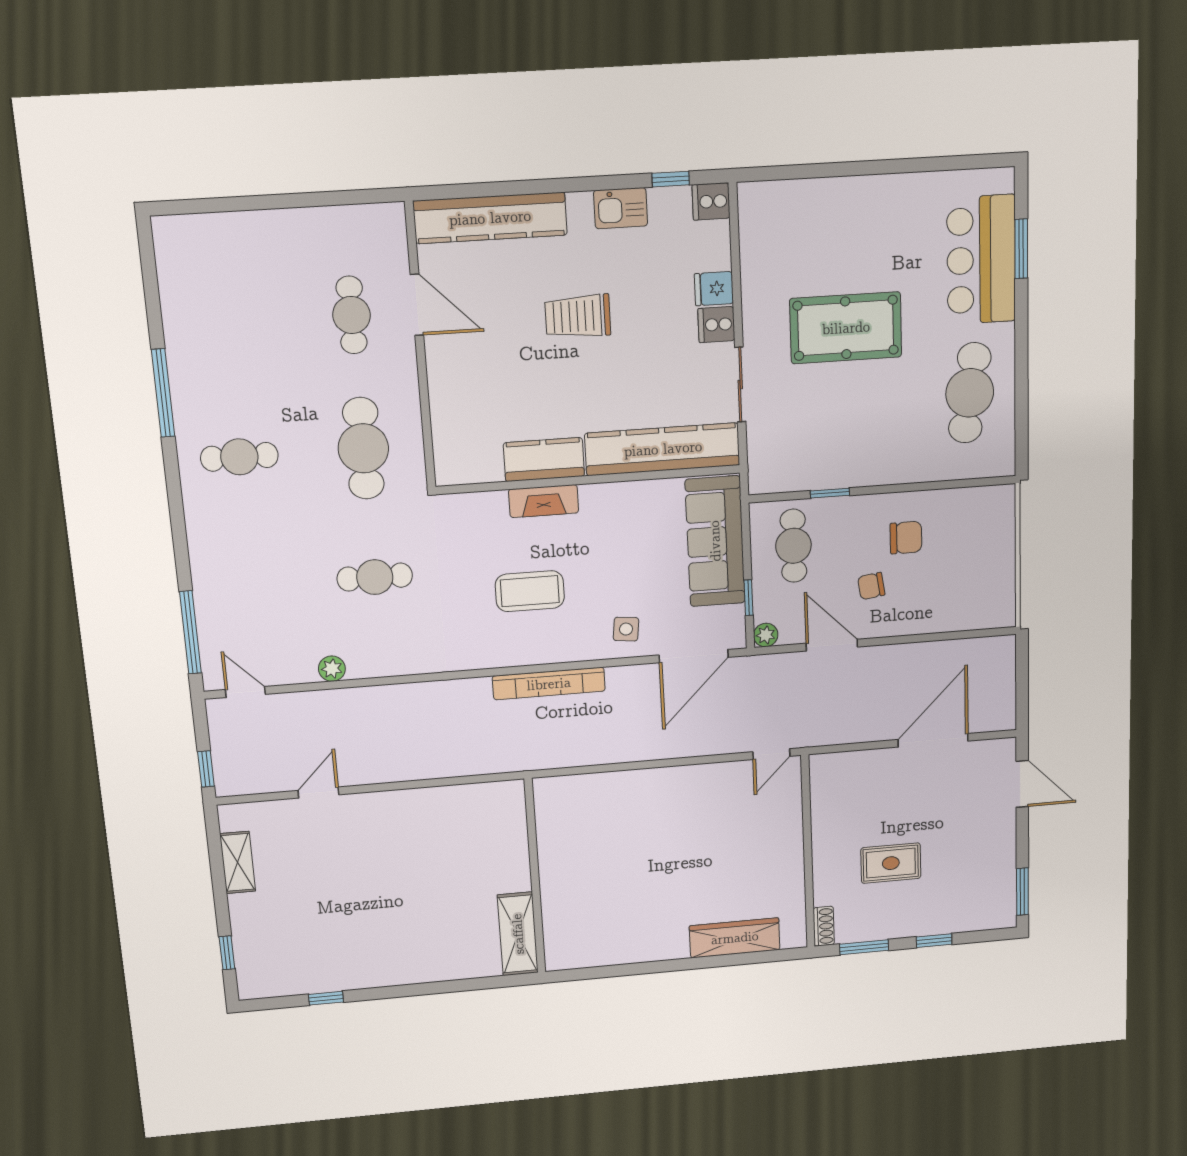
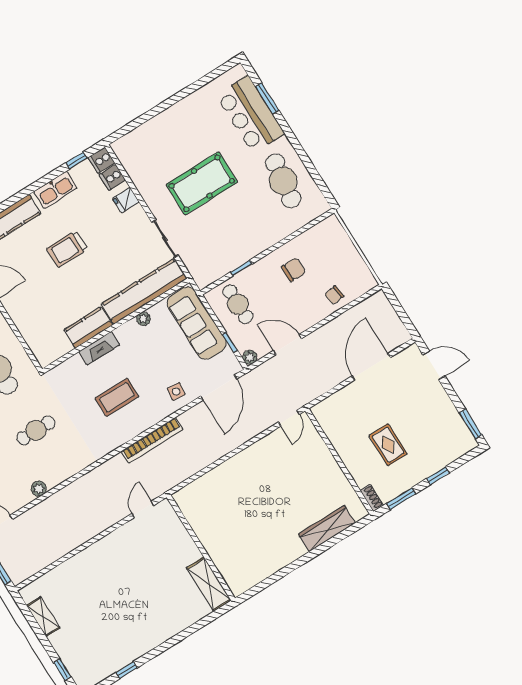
kitchen sink: (621, 208) -> (55, 190), width x1.38
cooker: (716, 325) -> (112, 177), moved
plant: (638, 492) -> (143, 319), added
chair: (871, 586) -> (334, 295), moved
door: (318, 793) -> (143, 509), moved
rug: (891, 863) -> (388, 445), turned 90

